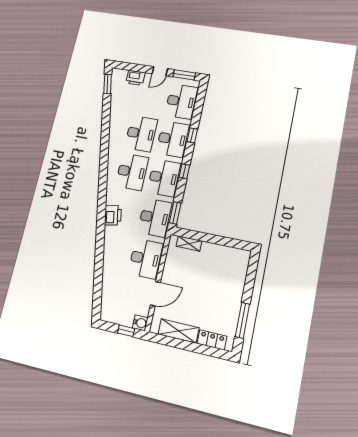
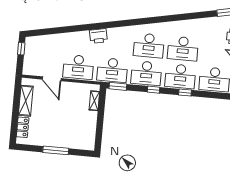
printer: (113, 215) -> (98, 36), moved
window: (243, 320) -> (56, 150), moved
water cooler: (140, 323) -> (28, 70), removed
window: (126, 331) -> (21, 49), moved

